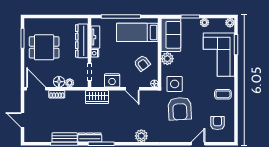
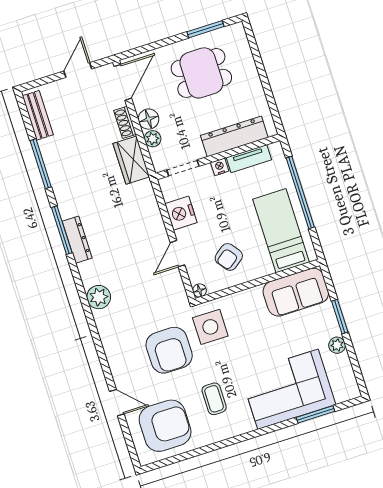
plant: (230, 23) -> (351, 391), removed
dining table: (44, 47) -> (201, 73), turned 90
plant: (167, 59) -> (251, 299), removed
coffee table: (223, 94) -> (214, 399), moved
wardrobe: (97, 97) -> (131, 160), moved
armchair: (180, 109) -> (169, 350), turned -87
door: (23, 120) -> (78, 70), moved
armchair: (217, 123) -> (165, 426), width x1.88, depth x1.88
bench: (65, 137) -> (38, 115), moved
dresser: (90, 138) -> (77, 240), moved

